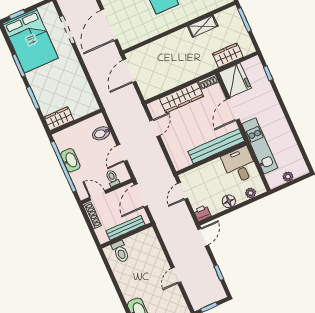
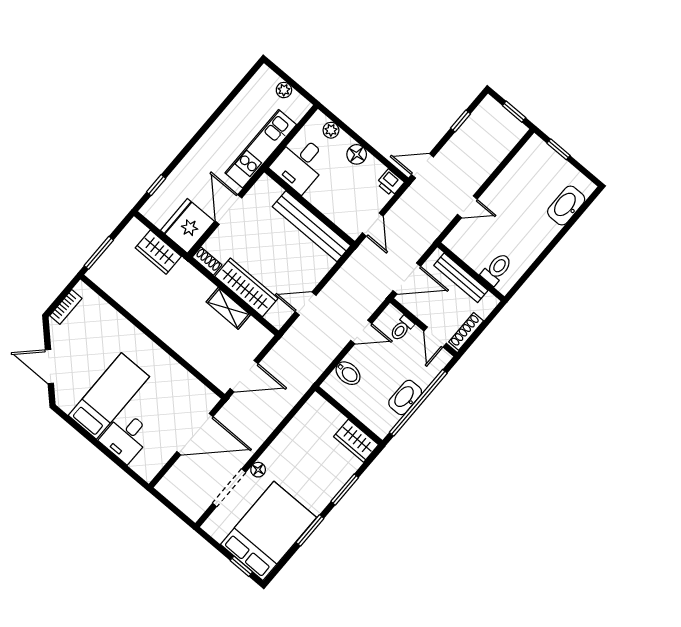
shelving: (203, 26) -> (228, 308), moved
floor lamp: (70, 52) -> (258, 470), added
door: (233, 109) -> (229, 209), swing flipped
bench: (216, 146) -> (311, 226), moved
door: (183, 191) -> (373, 224), hinge flipped
door: (176, 275) -> (467, 207), moved

